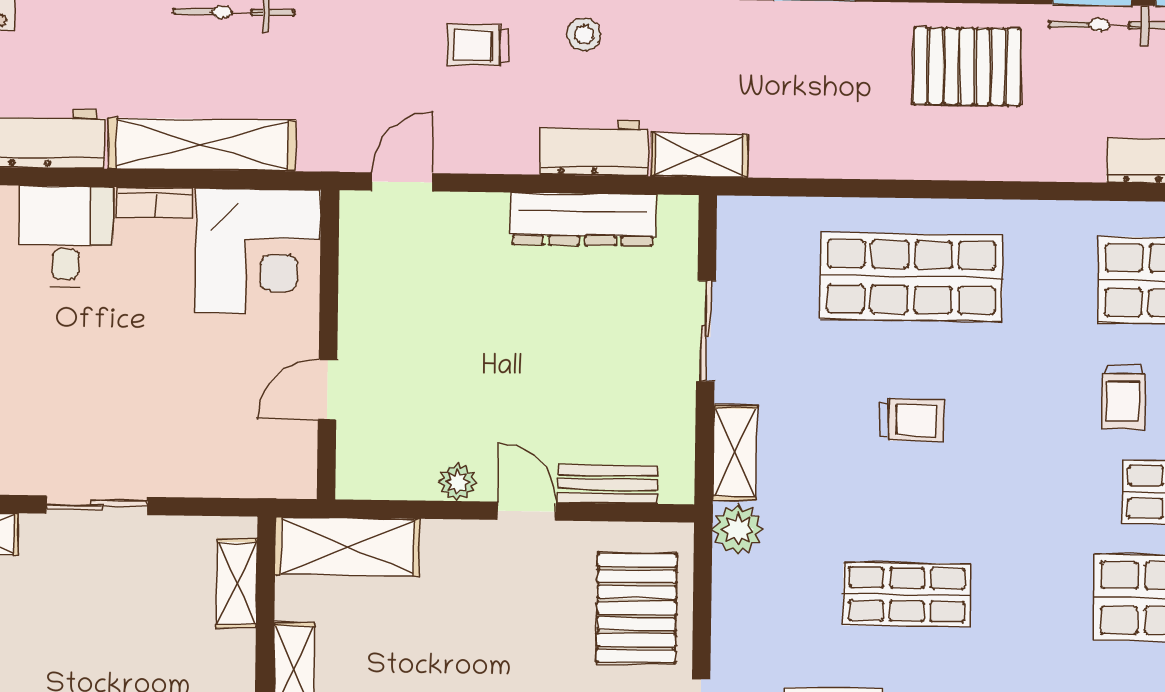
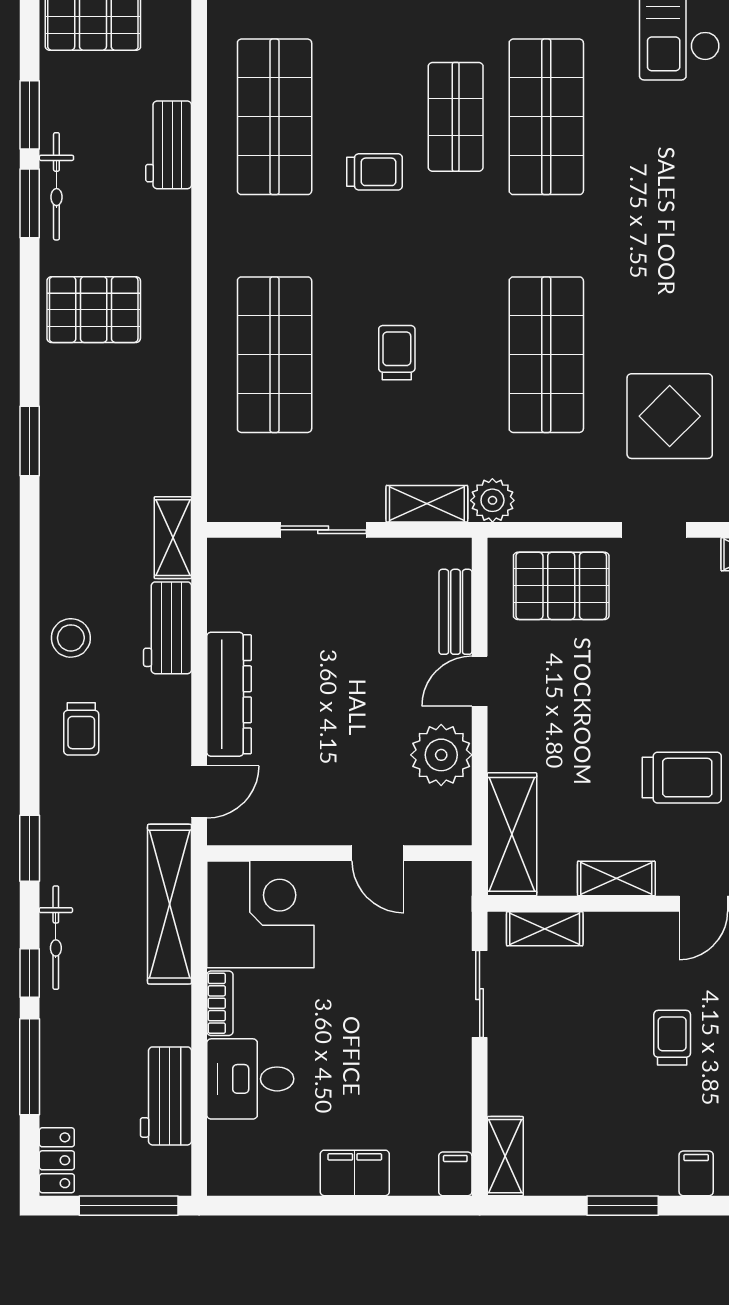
stool: (584, 35) -> (71, 638), width x1.37, depth x1.37
pallet: (967, 67) -> (94, 310), turned 90
shelving: (202, 144) -> (170, 904), moved
door: (402, 182) -> (199, 792), swing flipped
dresser: (583, 219) -> (229, 694), moved
plant: (458, 482) -> (441, 755), width x1.88, depth x1.88
sliding door: (97, 505) -> (480, 994), moved
shop shelf: (907, 594) -> (546, 355), width x1.43, depth x1.36

